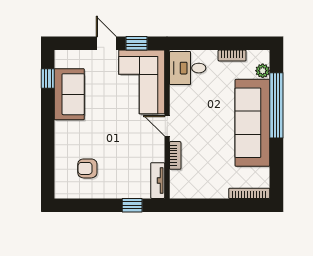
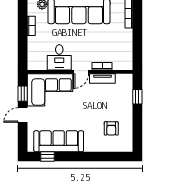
desk: (188, 68) -> (59, 57), moved
sofa: (69, 94) -> (59, 141), width x1.36
tv unit: (158, 181) -> (102, 79), moved

